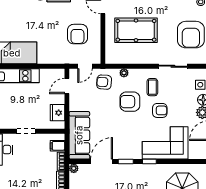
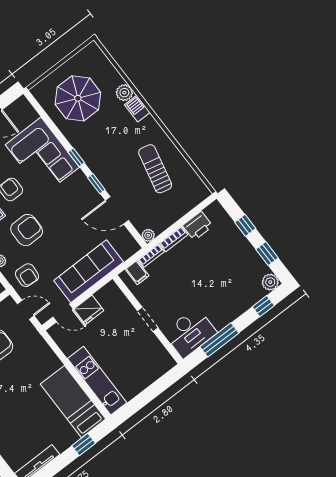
armchair: (130, 102) -> (27, 230), turned -90
fridge: (57, 113) -> (89, 310), moved
sofa: (79, 135) -> (89, 271), moved

